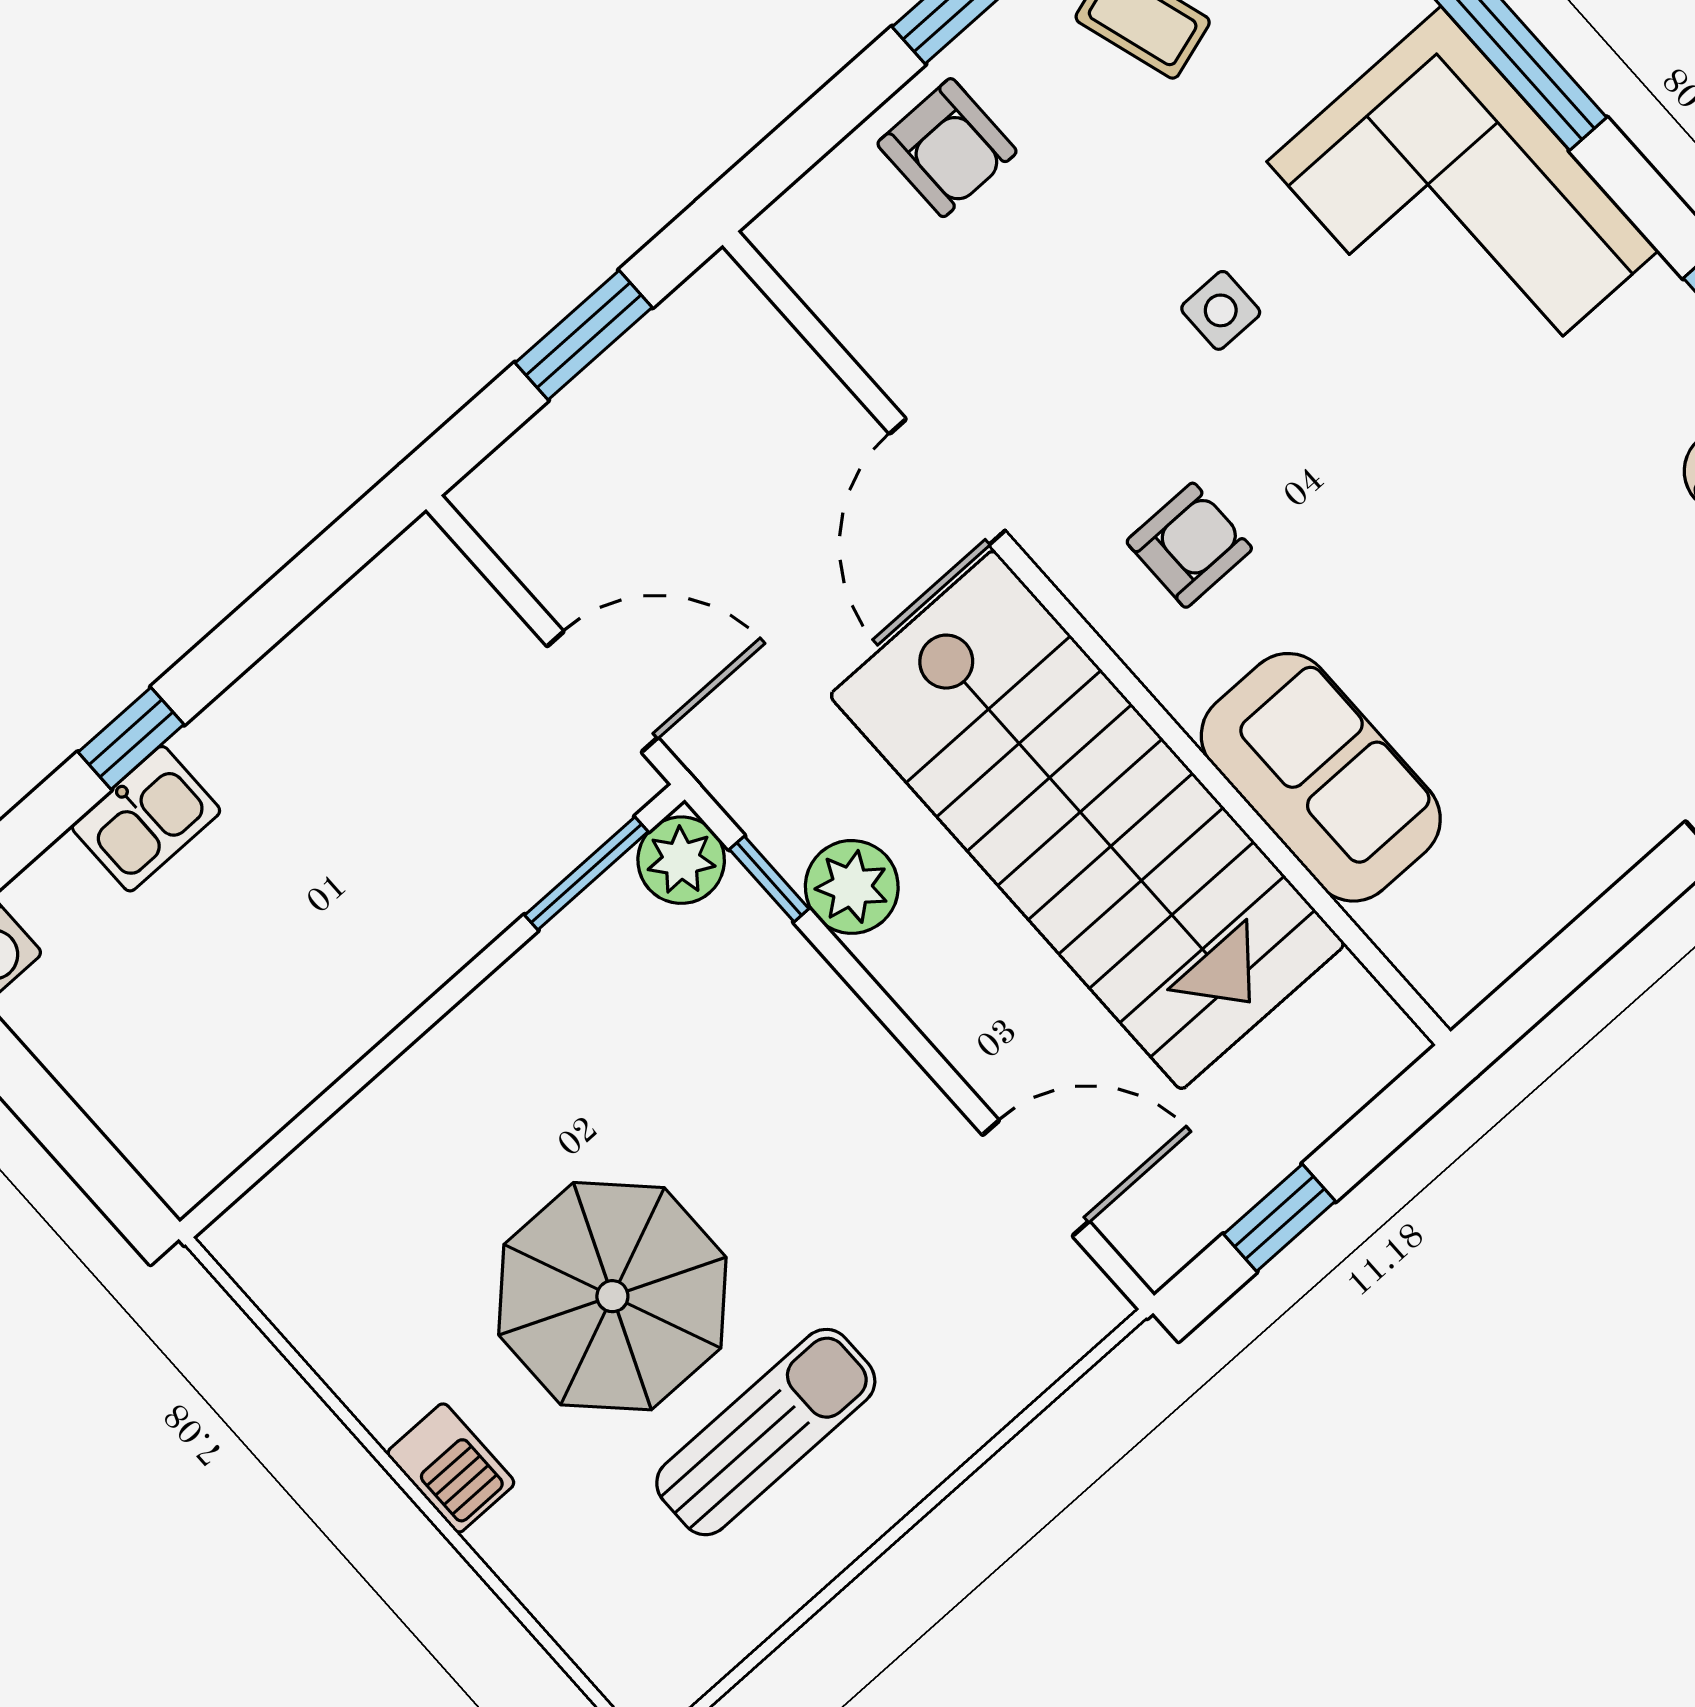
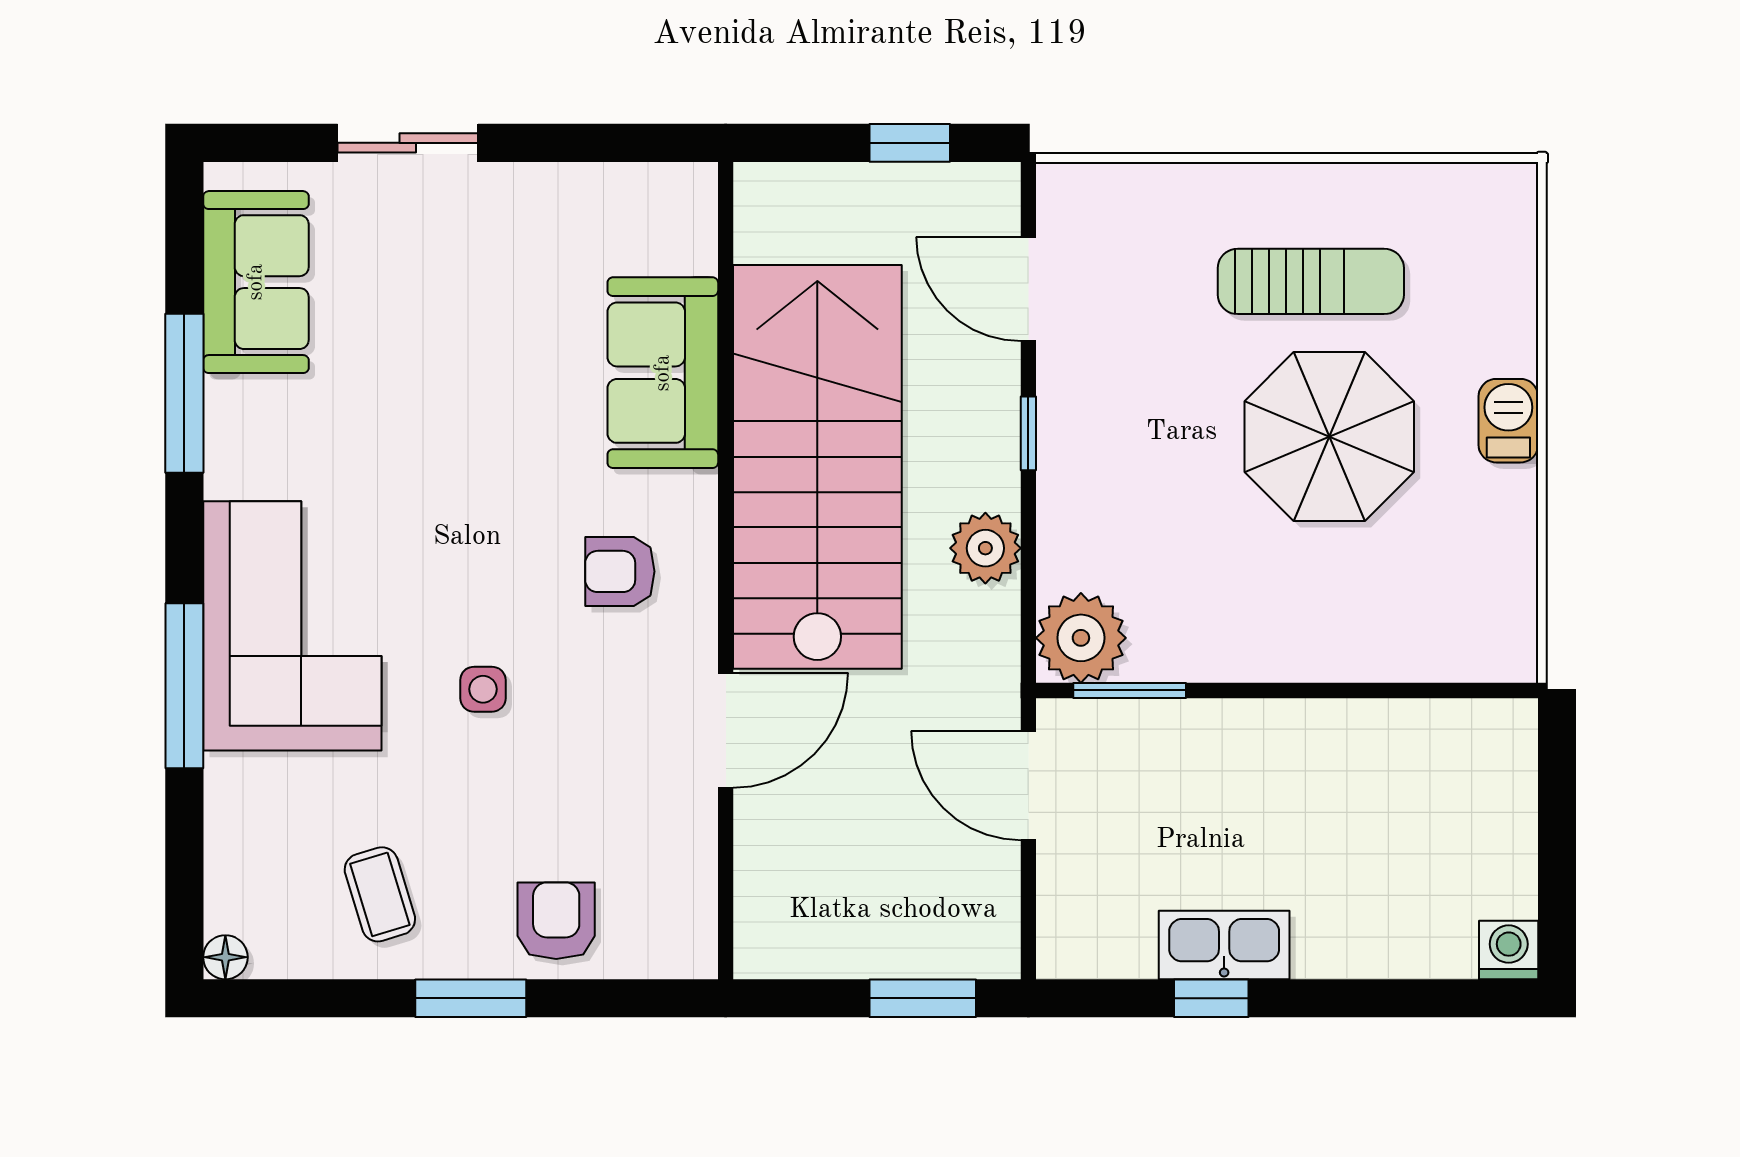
window: (584, 335) -> (923, 998), moved
window: (131, 738) -> (1211, 998), moved
kitchen sink: (146, 819) -> (1224, 945), moved, width x1.38
plant: (681, 860) -> (1081, 638), width x1.36, depth x1.36
window: (769, 879) -> (1028, 433), moved
sun lounger: (766, 1432) -> (1311, 281), turned 180

